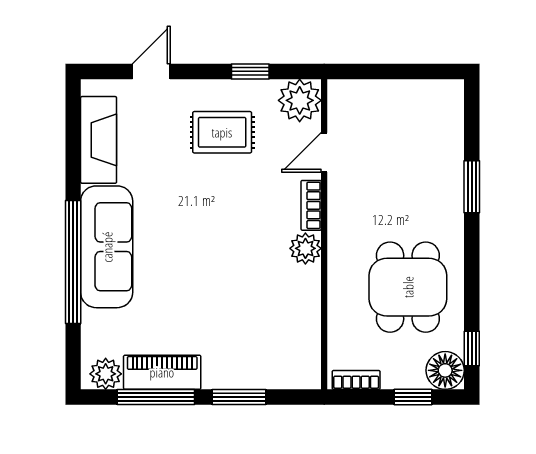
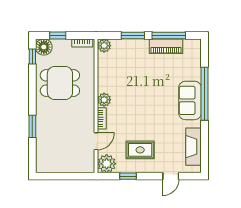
sofa: (107, 247) -> (190, 100), width x0.73
dining table: (408, 287) -> (60, 83), turned 90
plant: (106, 374) -> (104, 46), moved

